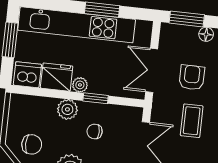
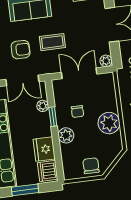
armchair: (192, 77) -> (21, 50), turned 180
plant: (80, 85) -> (43, 106), moved
chair: (32, 144) -> (91, 166), moved

